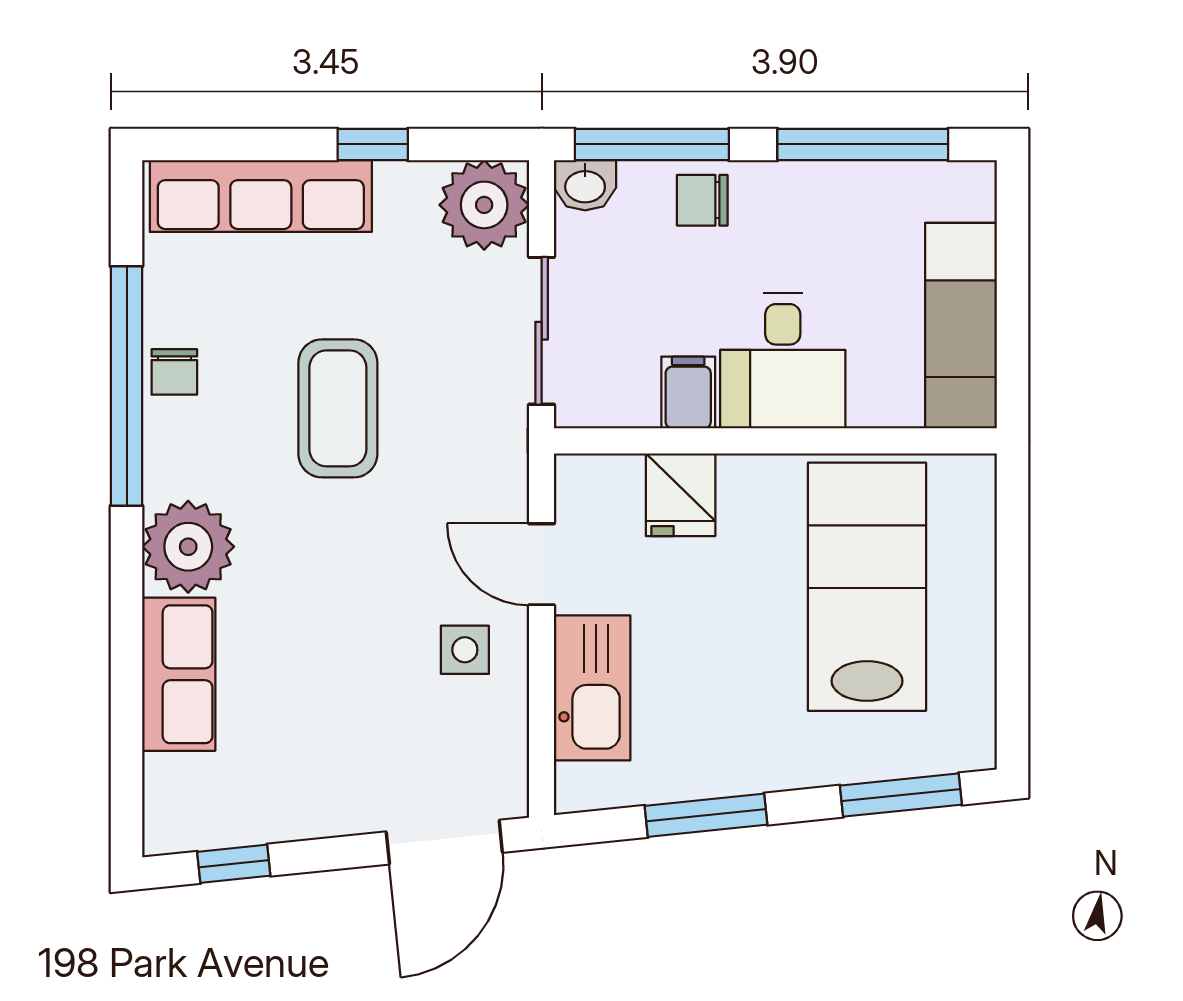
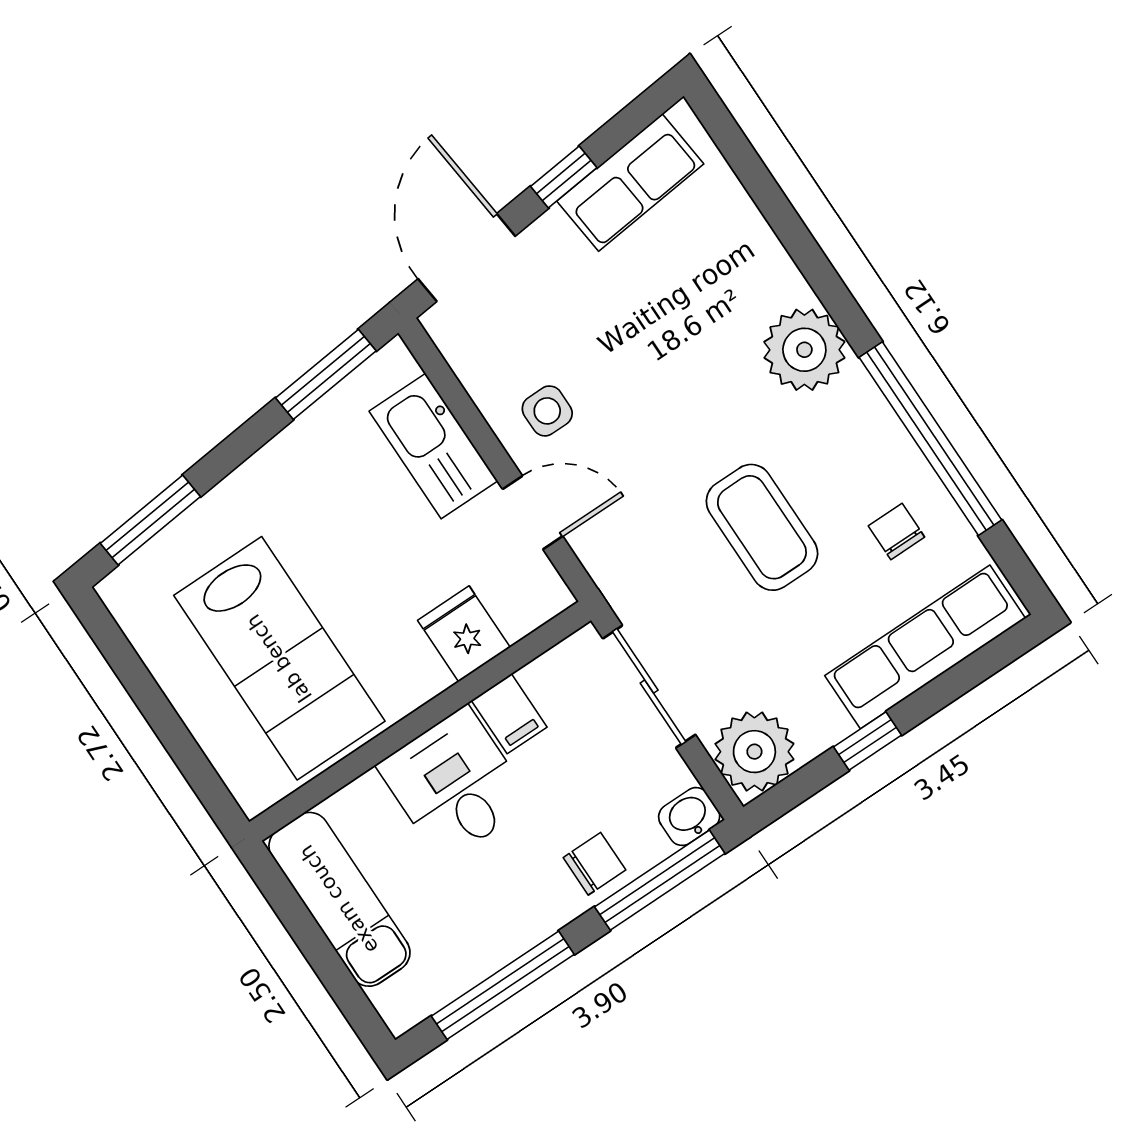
chair: (174, 372) -> (896, 532), moved
row of seats: (179, 674) -> (630, 183), moved, turned -96
window: (706, 815) -> (326, 374), moved
window: (234, 864) -> (564, 177), moved

